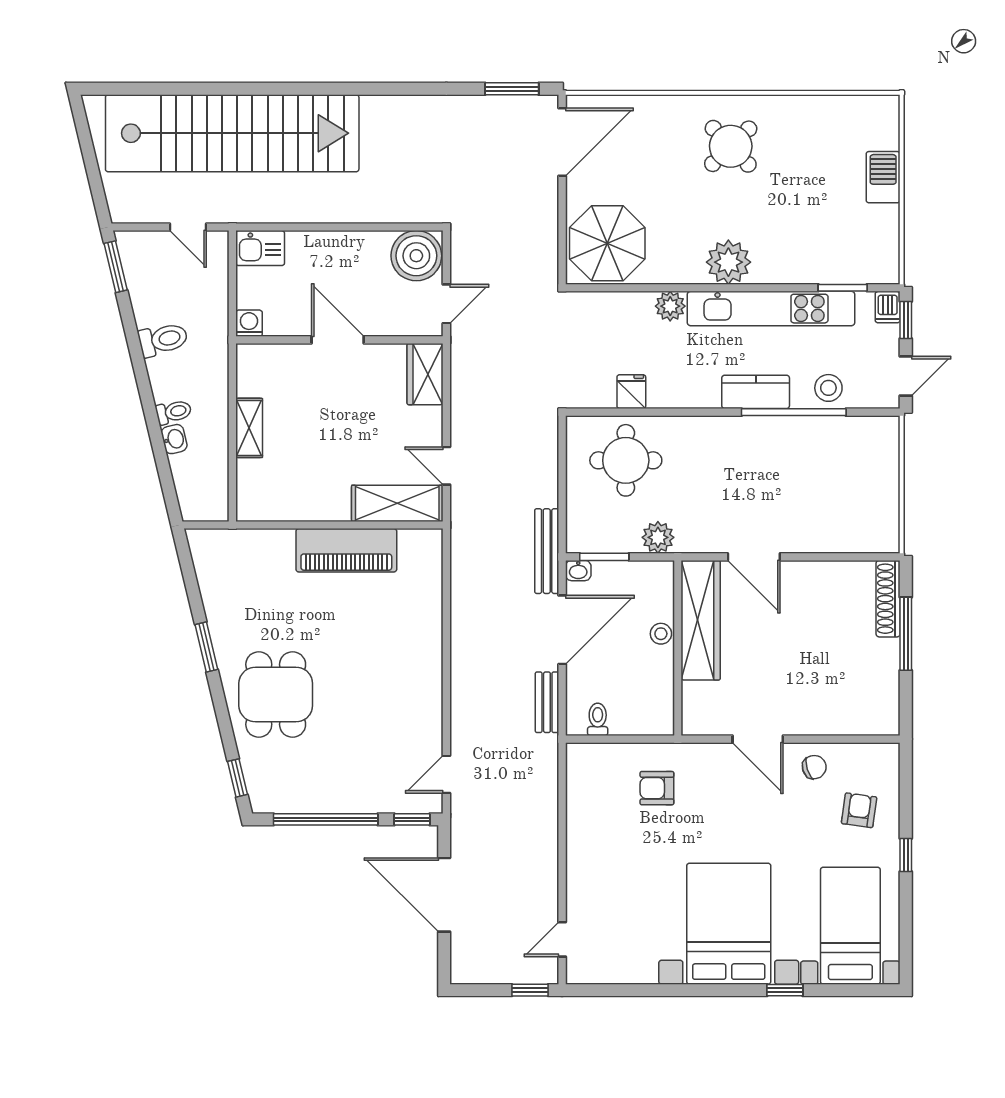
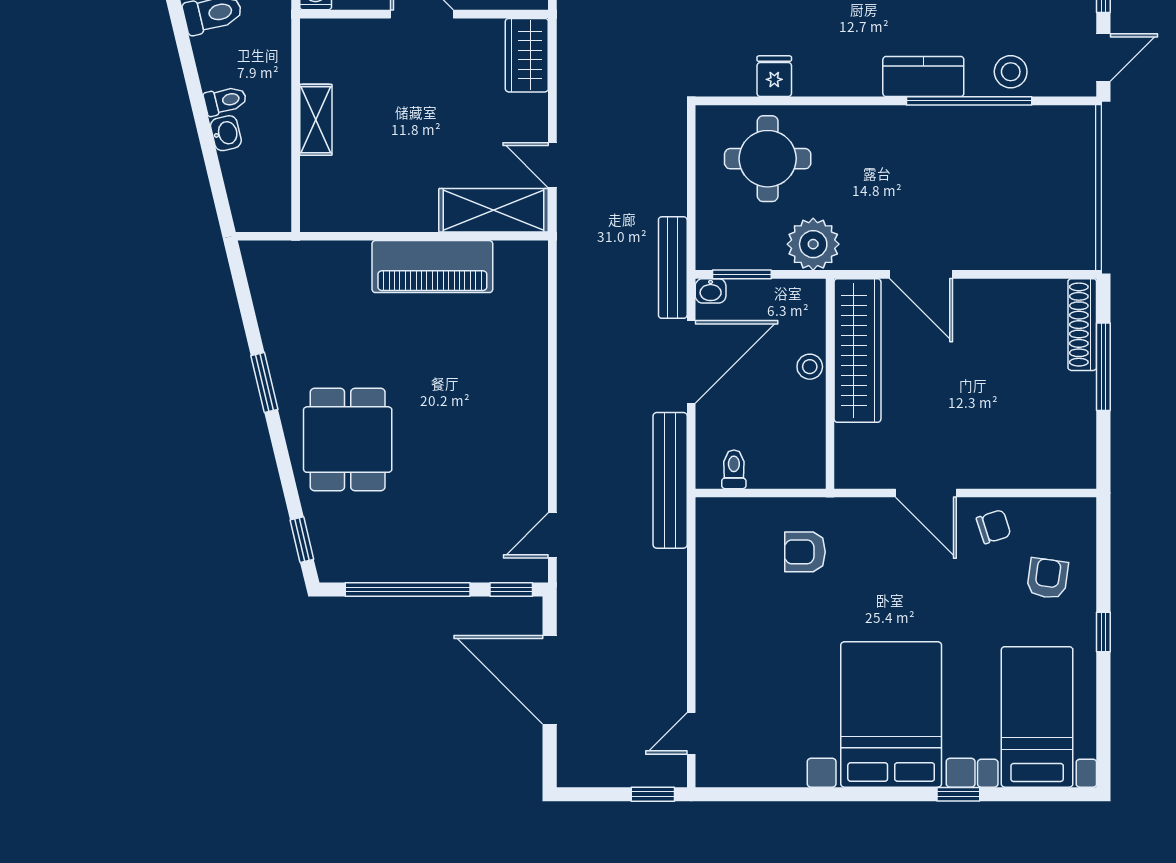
plant: (658, 537) -> (813, 244), width x1.36, depth x1.36
bench: (547, 702) -> (670, 480), width x1.86, depth x1.21

